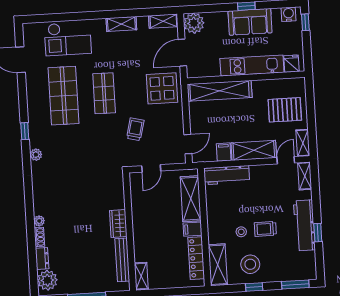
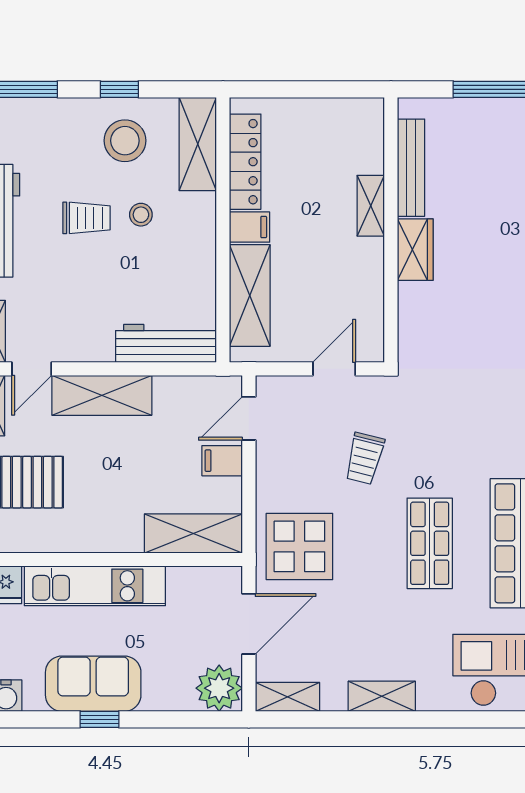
shelving: (220, 91) -> (193, 533), width x0.68
filing cabinet: (224, 152) -> (222, 461), moved, turned 90
shelving: (141, 276) -> (371, 206), moved

